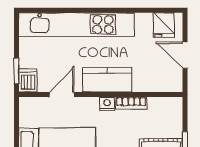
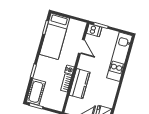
kitchen unit: (76, 25) -> (120, 57), width x0.73
kitchen counter: (107, 80) -> (80, 84), moved

